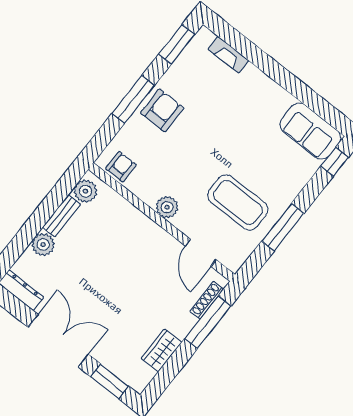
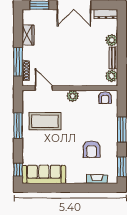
armchair: (162, 110) -> (92, 149), moved
sofa: (310, 131) -> (44, 174), width x1.36

